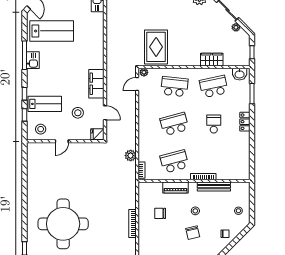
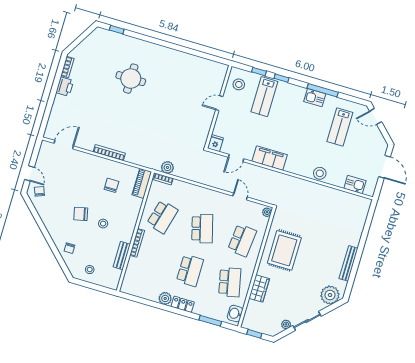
lab bench: (52, 31) -> (340, 127), width x0.73, depth x0.72
rug: (156, 47) -> (284, 250), moved, turned 90
door: (137, 84) -> (240, 197), moved
stool: (78, 113) -> (320, 173), moved
school desk: (214, 124) -> (190, 270), width x1.85
plant: (244, 138) -> (165, 298), added
door: (62, 141) -> (219, 103), hinge flipped
plant: (131, 156) -> (167, 167), moved
school desk: (174, 161) -> (162, 217), turned 30
bench: (214, 187) -> (122, 256), width x0.73
piano: (176, 188) -> (142, 183), moved
round table: (63, 224) -> (131, 79), width x0.54, depth x0.54

